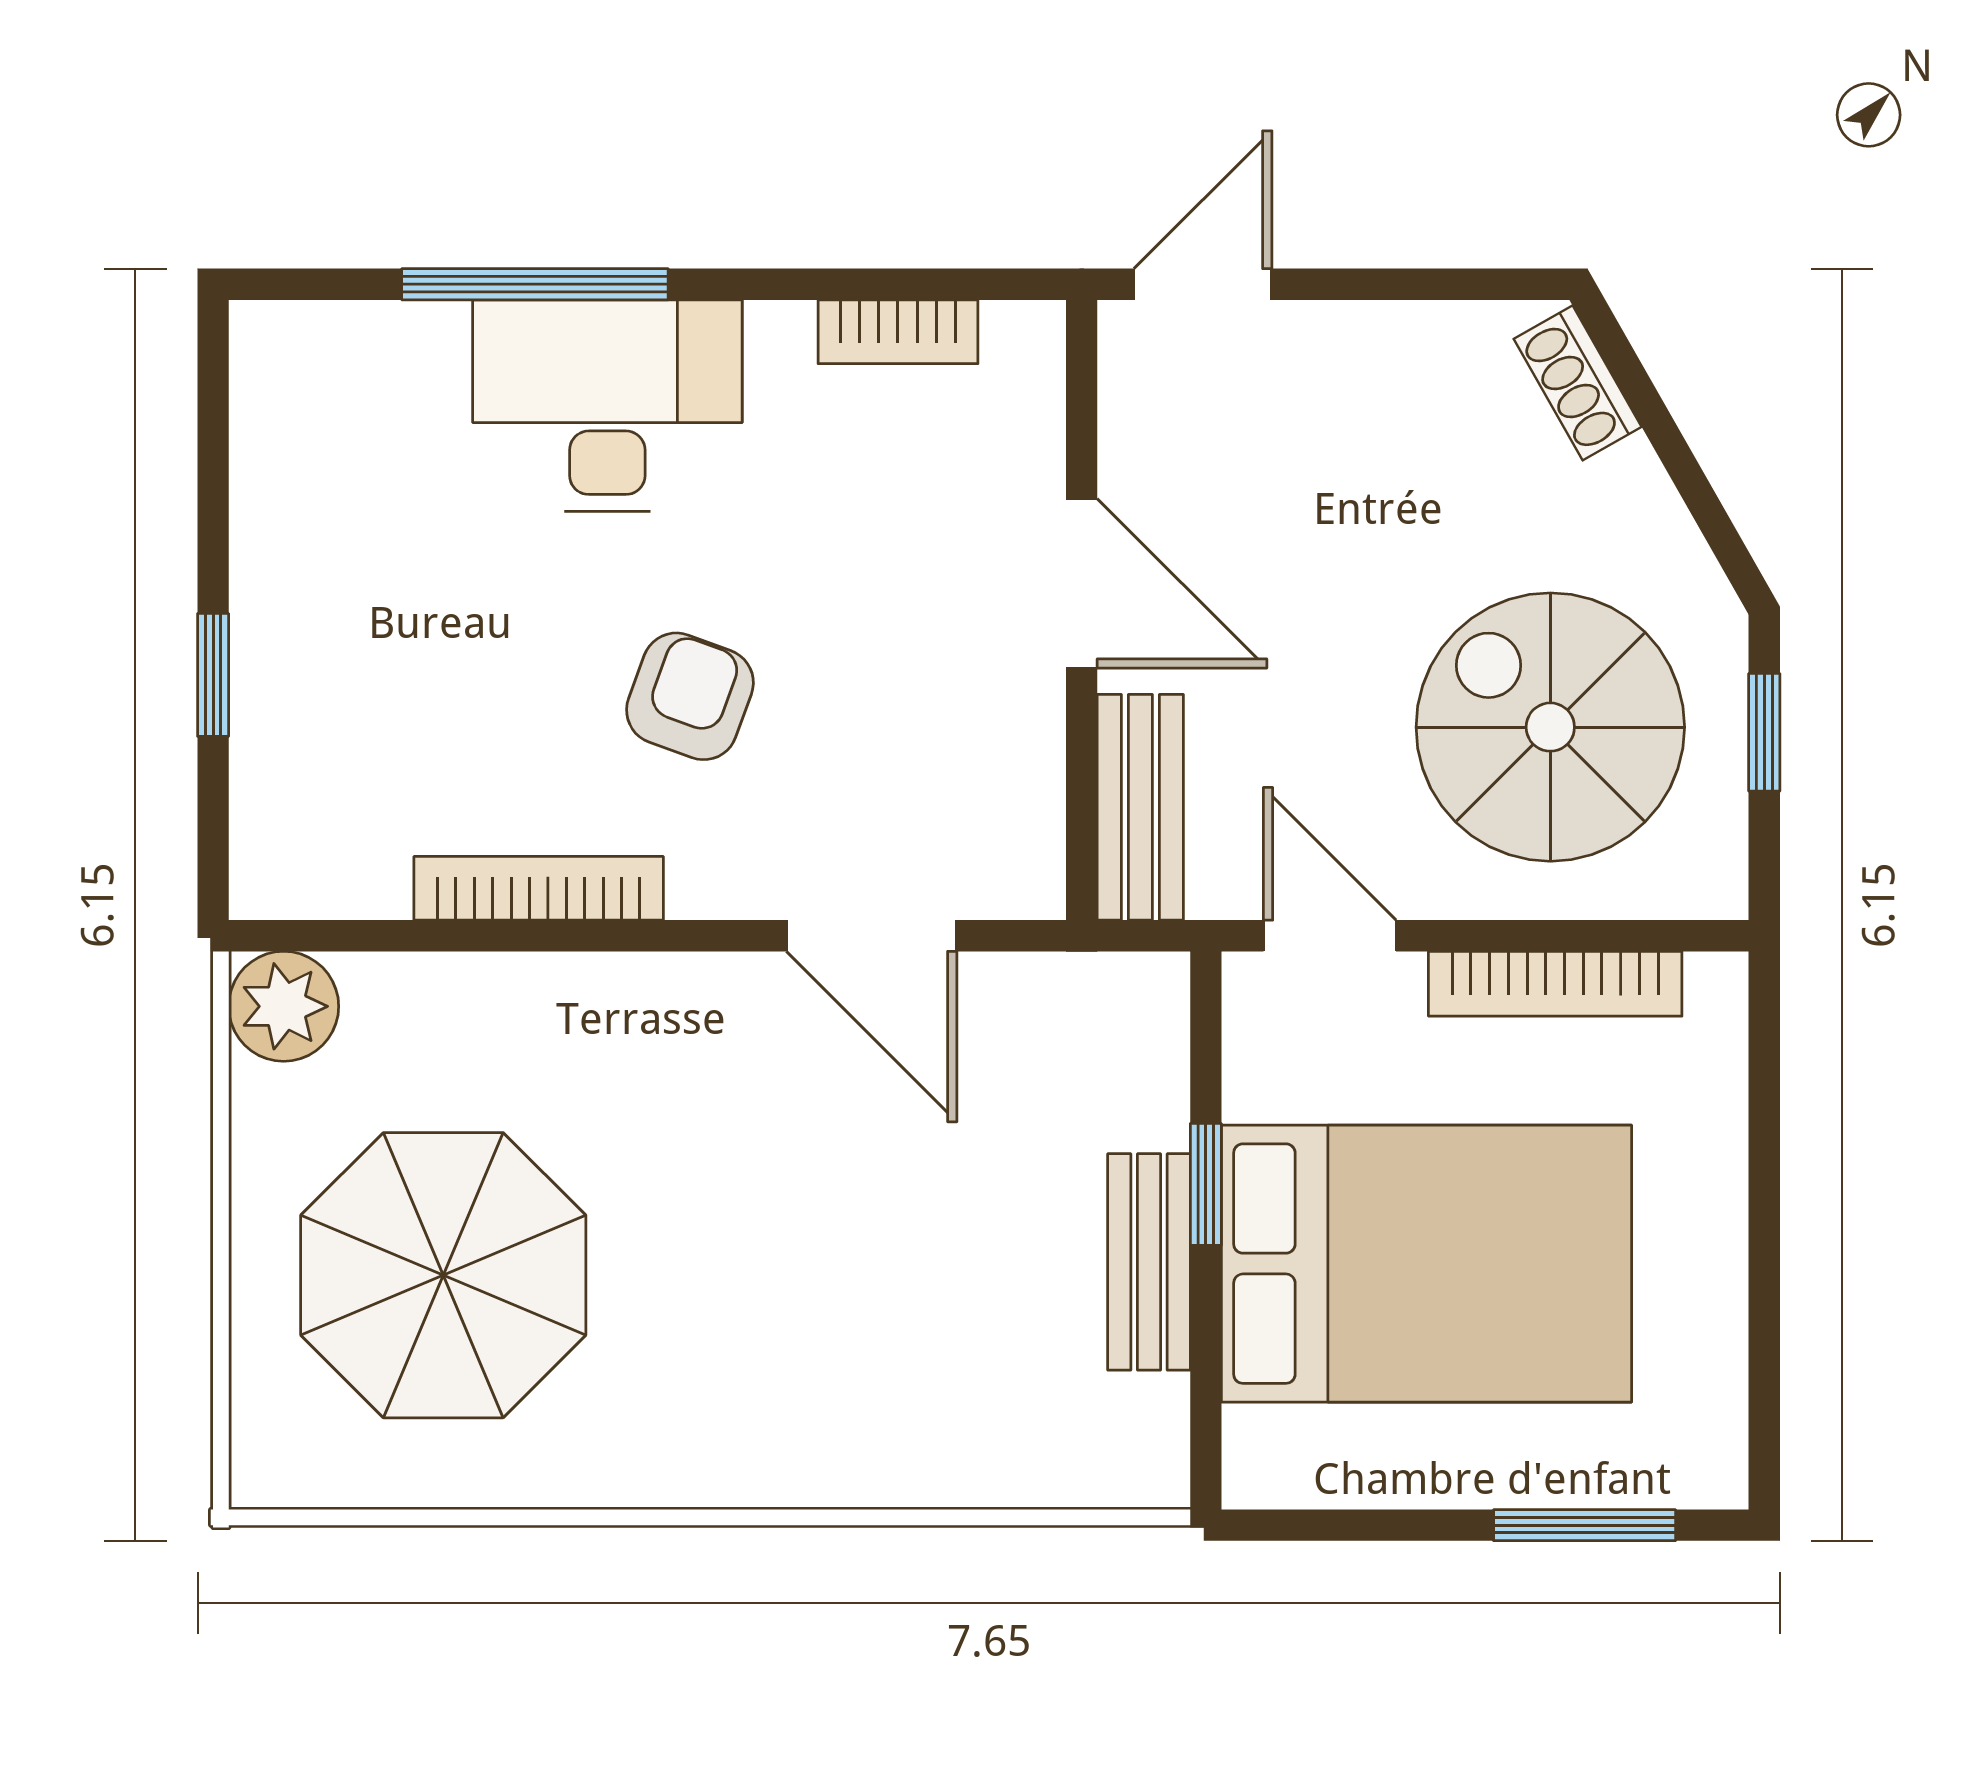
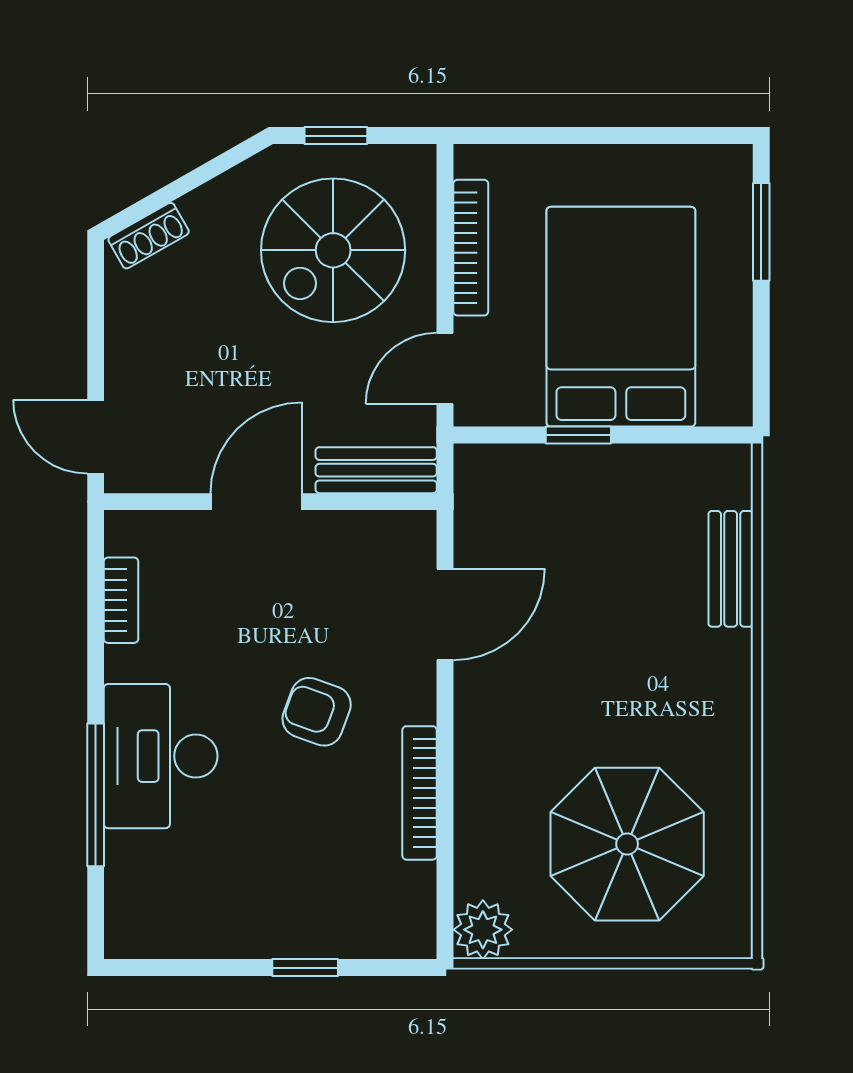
bench: (1149, 1262) -> (731, 569), moved, turned 90

